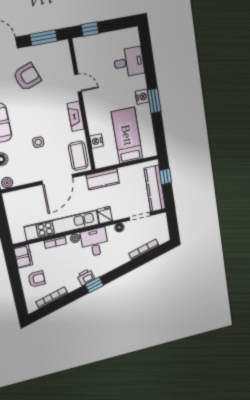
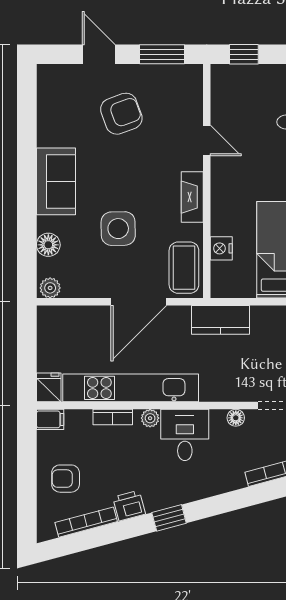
side table: (38, 142) -> (118, 229), width x1.87, depth x1.87
fridge: (105, 215) -> (49, 387), moved
filing cabinet: (23, 256) -> (50, 419), width x0.50
printer: (86, 277) -> (129, 506), moved
armchair: (37, 279) -> (66, 479), turned 180

